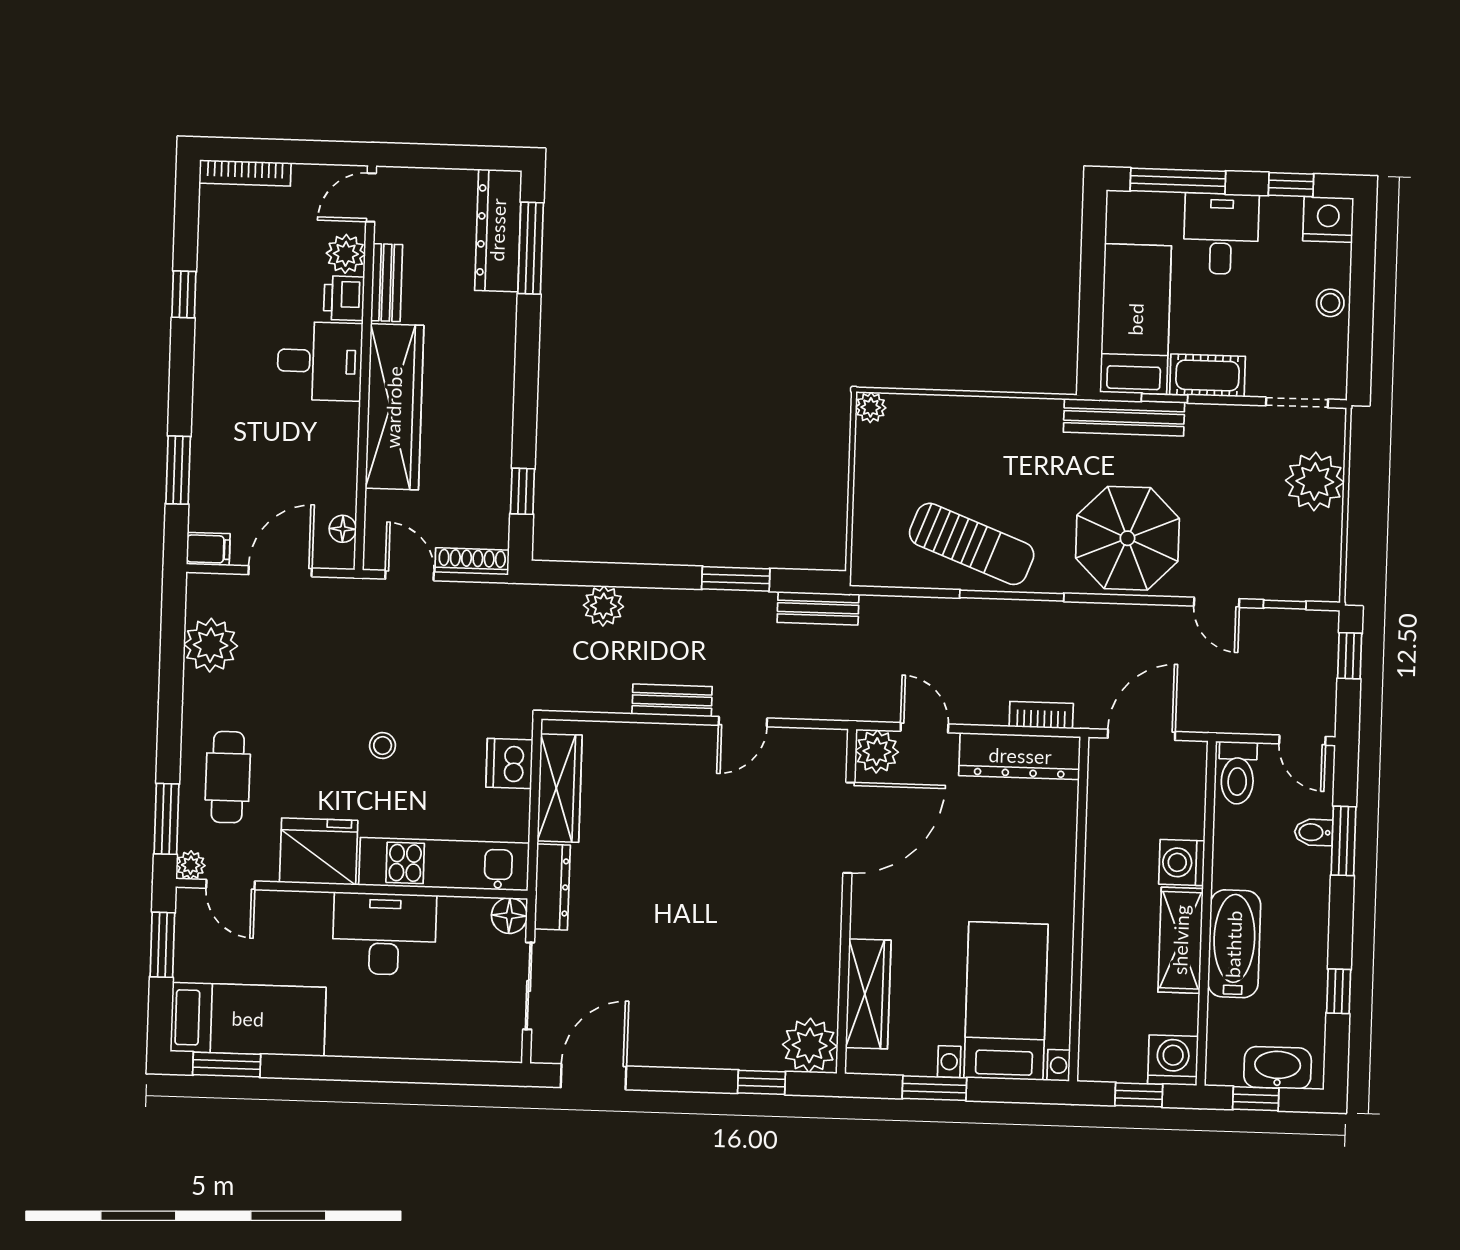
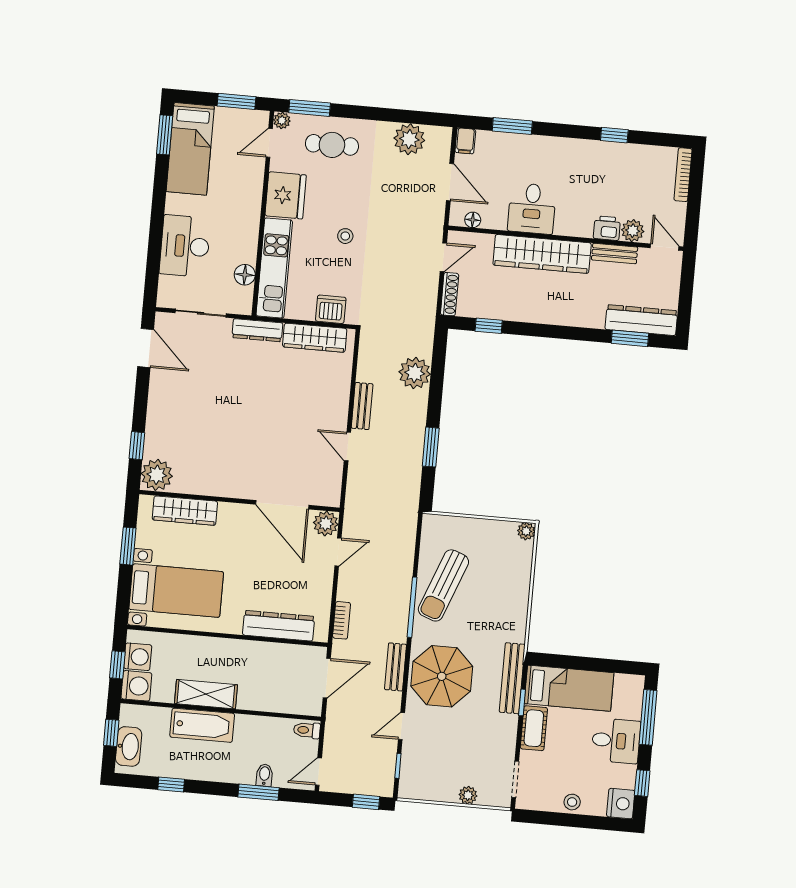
window: (531, 248) -> (630, 338), width x0.69
desk: (320, 361) -> (532, 208), moved
plant: (1315, 481) -> (468, 795), width x0.53, depth x0.53
plant: (603, 606) -> (415, 373), width x1.36, depth x1.36
bench: (818, 608) -> (396, 667), moved
door: (1141, 735) -> (327, 678), hinge flipped
dresser: (1020, 756) -> (279, 626), moved, turned 90
toilet: (1237, 773) -> (307, 730), width x0.73, depth x0.72
washing machine: (1182, 863) -> (138, 657), moved, turned 90
floor lamp: (509, 916) -> (245, 275), moved
desk: (384, 934) -> (185, 246), moved, turned 180

